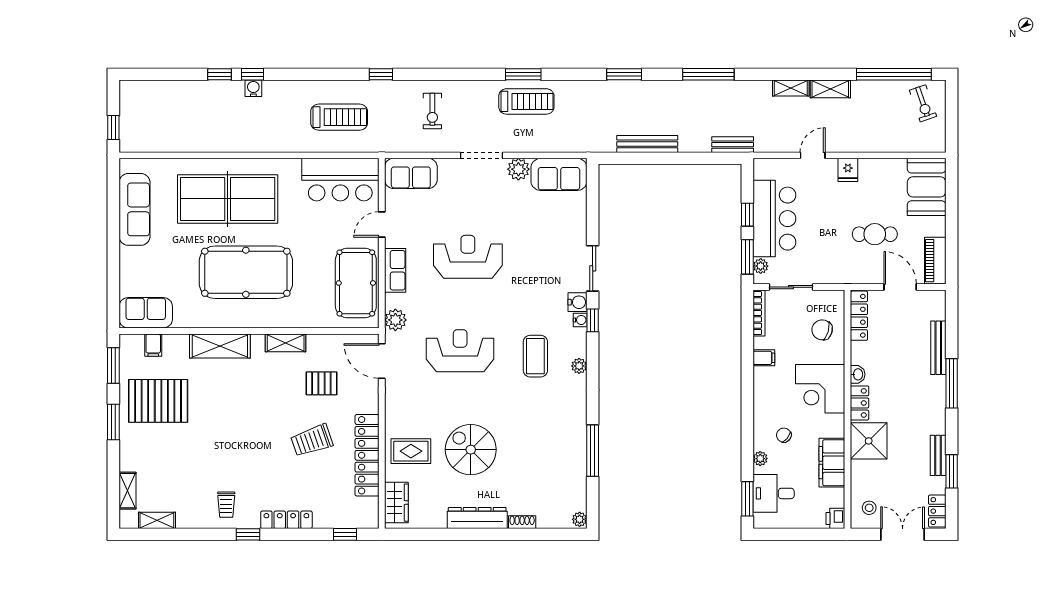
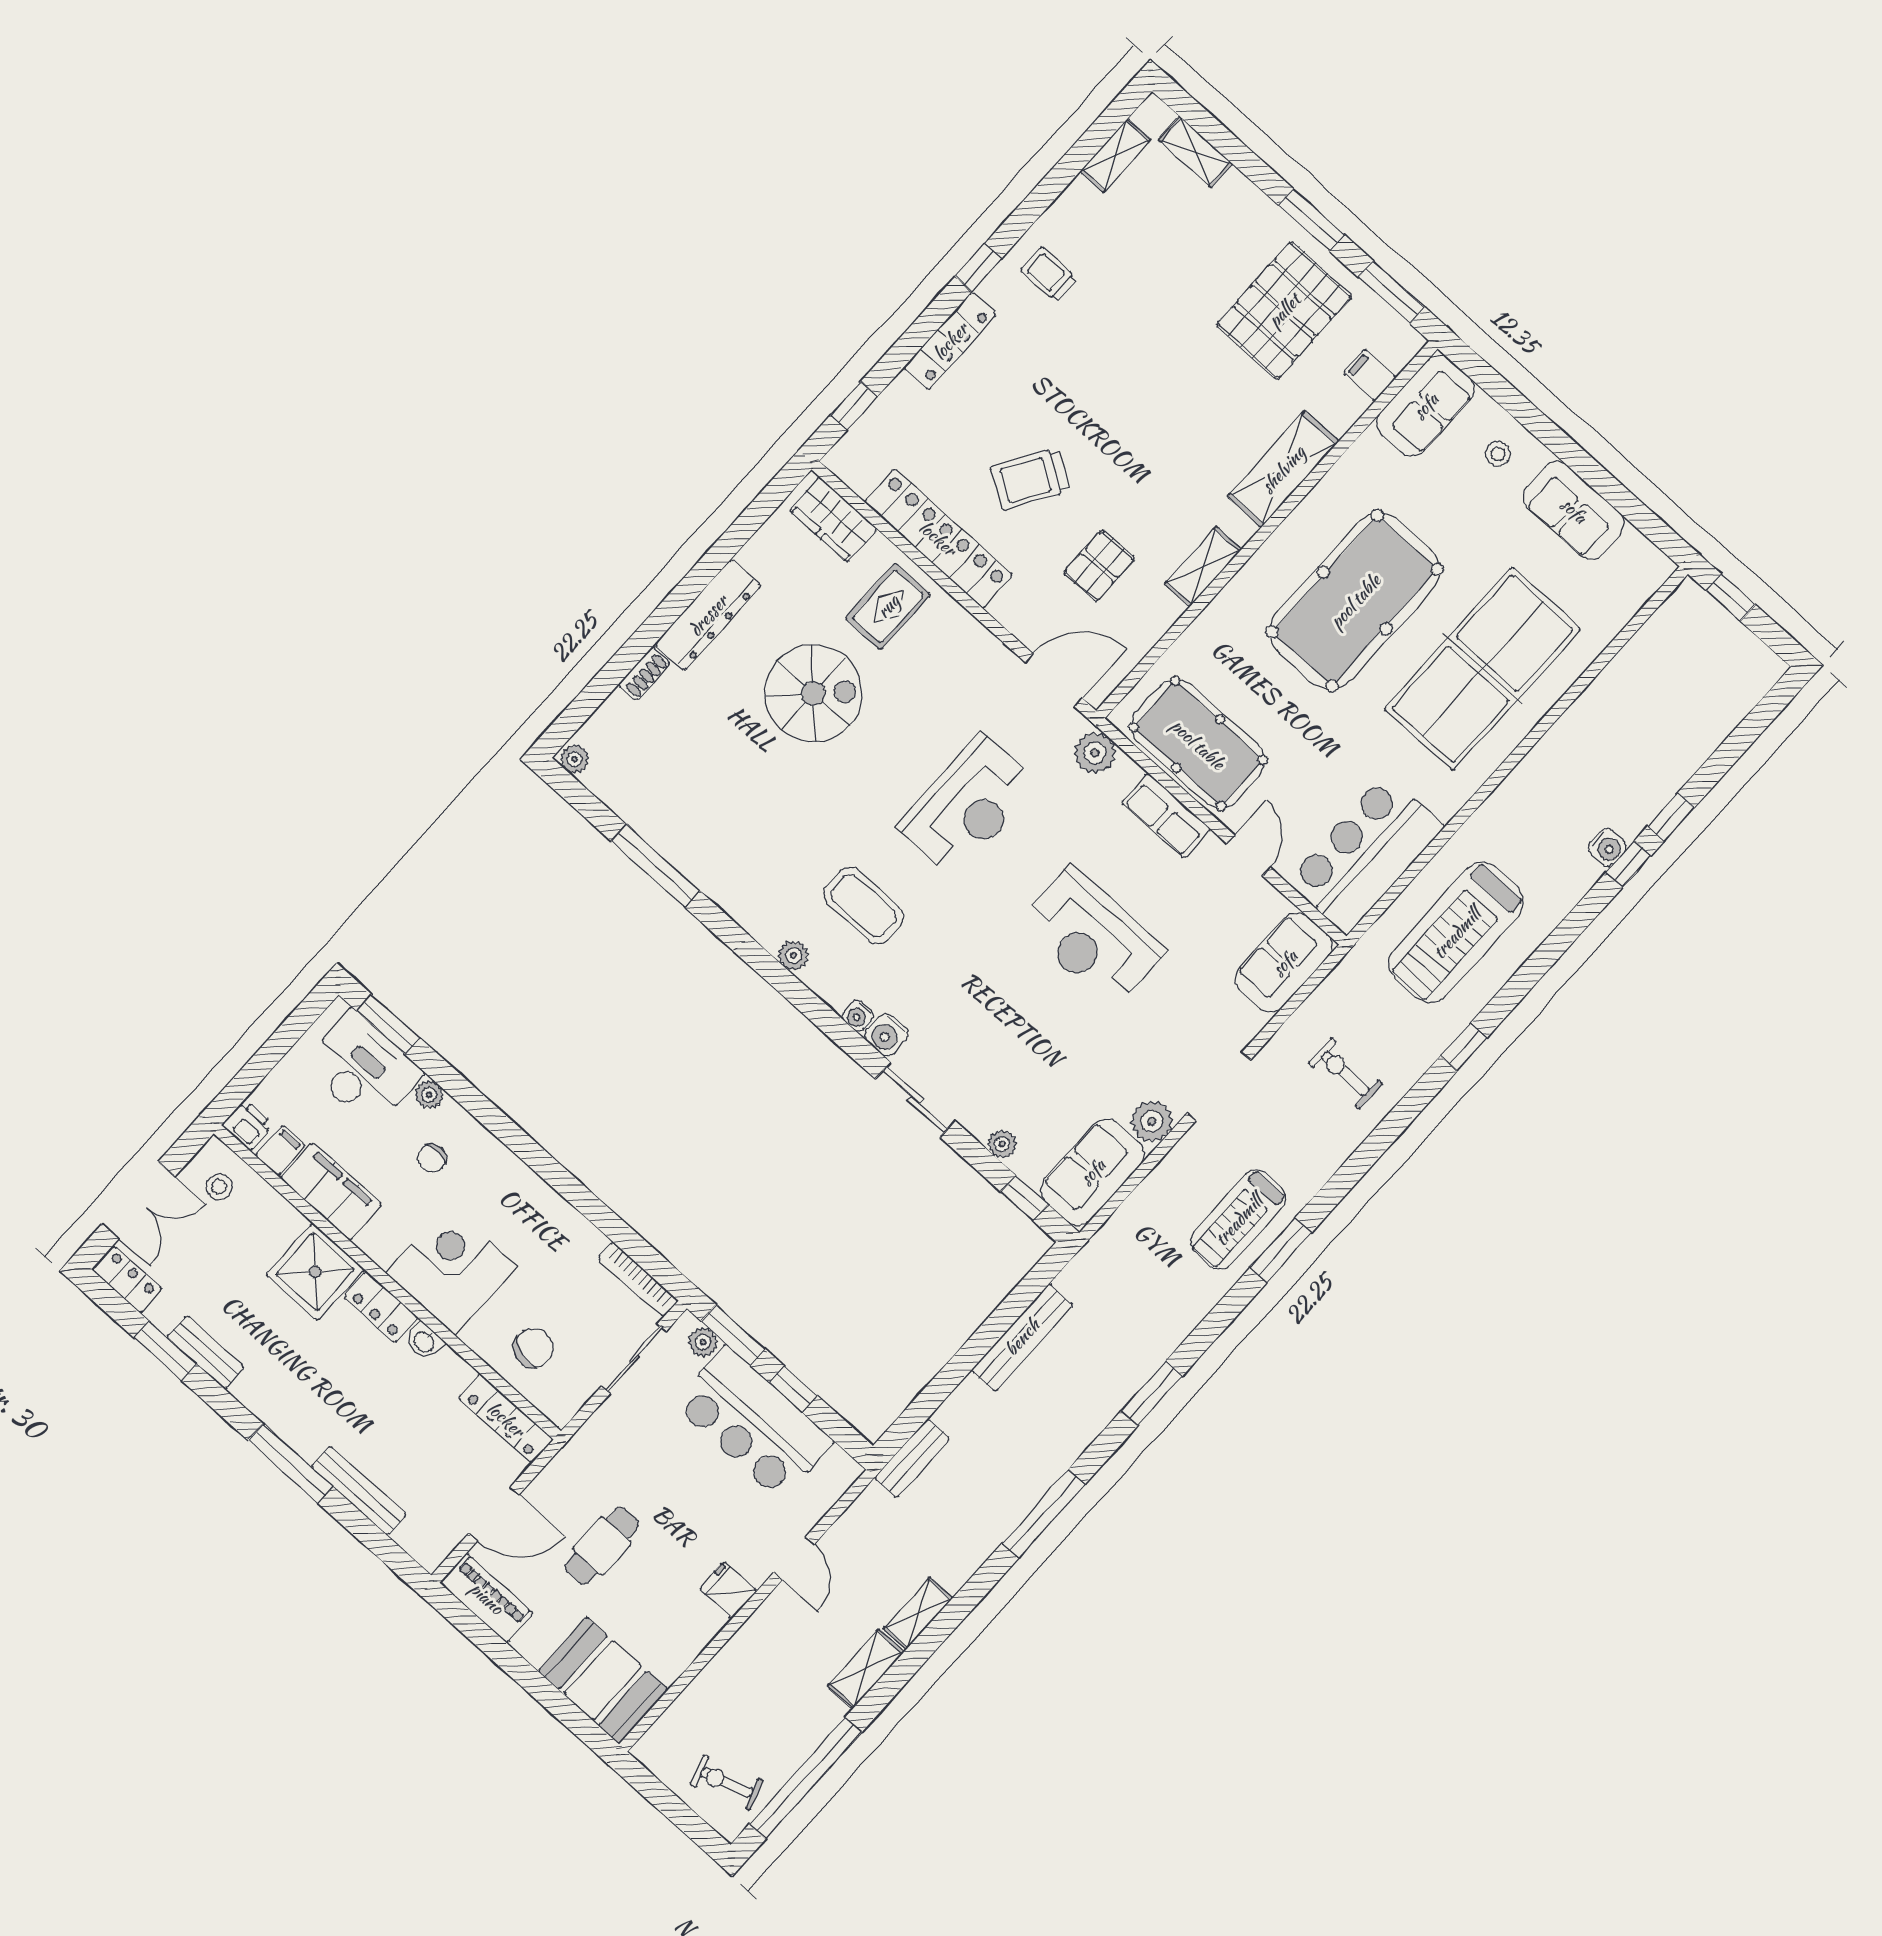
treadmill: (339, 117) -> (1456, 933), width x1.37, depth x1.38
sofa: (135, 209) -> (1574, 510), width x0.73
plant: (580, 219) -> (1002, 1144), added
reception desk: (468, 257) -> (1092, 937), turned 90
stool: (139, 268) -> (1498, 454), added
window: (593, 320) -> (1024, 1198), moved
filing cabinet: (764, 358) -> (280, 1150), moved, turned 180
chair: (784, 435) -> (432, 1158), turned 141
trolley: (312, 440) -> (1030, 479), turned -129
desk: (774, 493) -> (362, 1069), width x1.37

